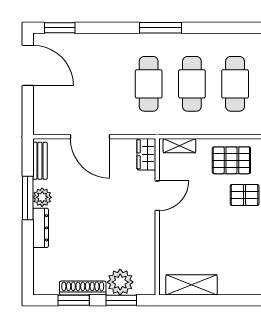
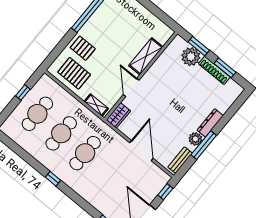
window: (160, 28) -> (53, 179), width x0.46
window: (28, 114) -> (165, 192), added
door: (157, 196) -> (131, 87), hinge flipped
shelving: (191, 285) -> (146, 56), moved, turned 90

